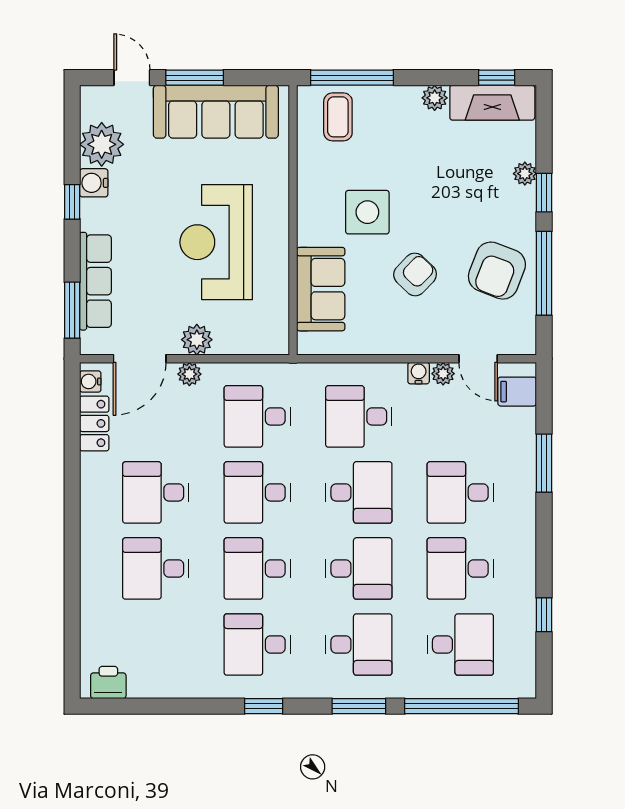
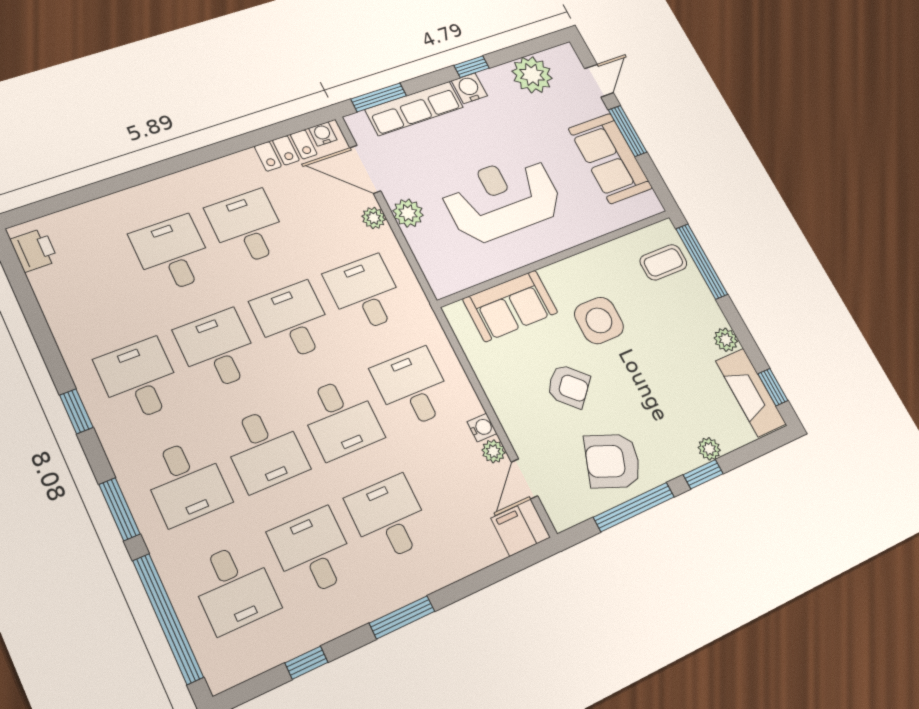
sofa: (216, 112) -> (610, 158), width x0.73
water cooler: (94, 183) -> (469, 88), moved
window: (544, 463) -> (402, 617), moved

